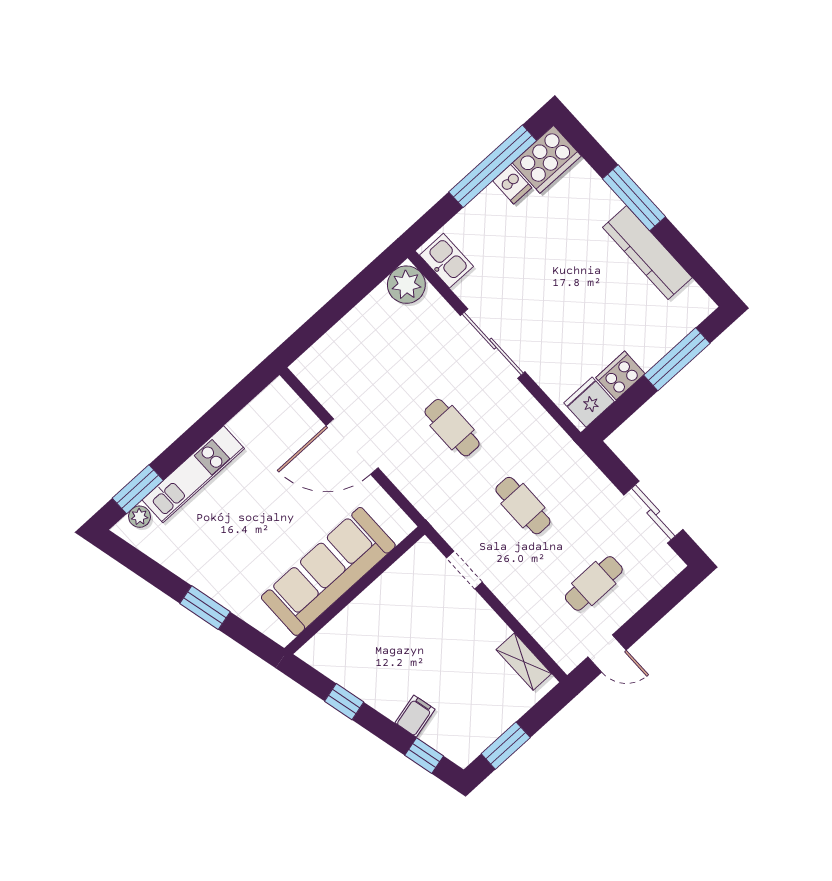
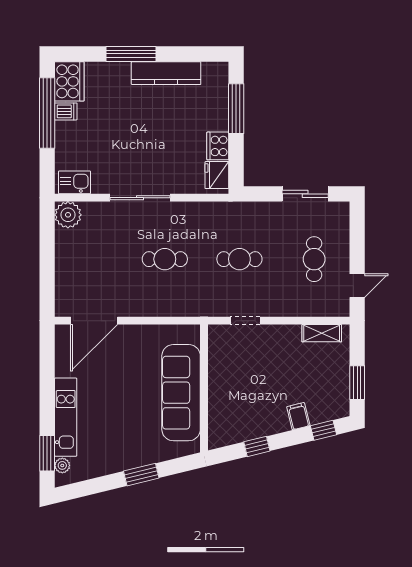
door: (352, 447) -> (94, 321), moved

